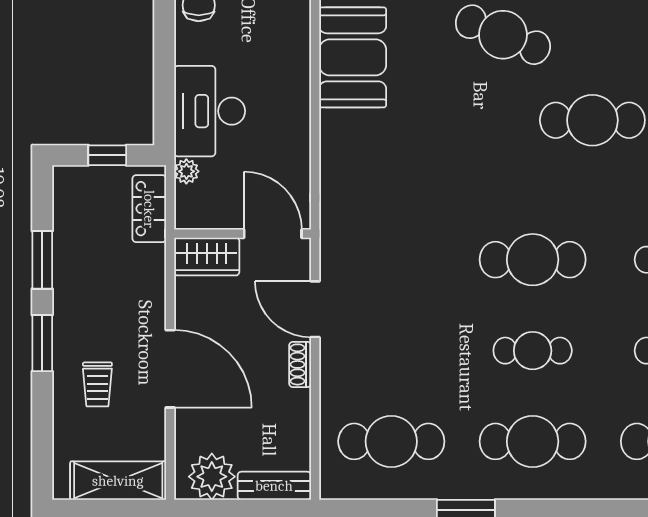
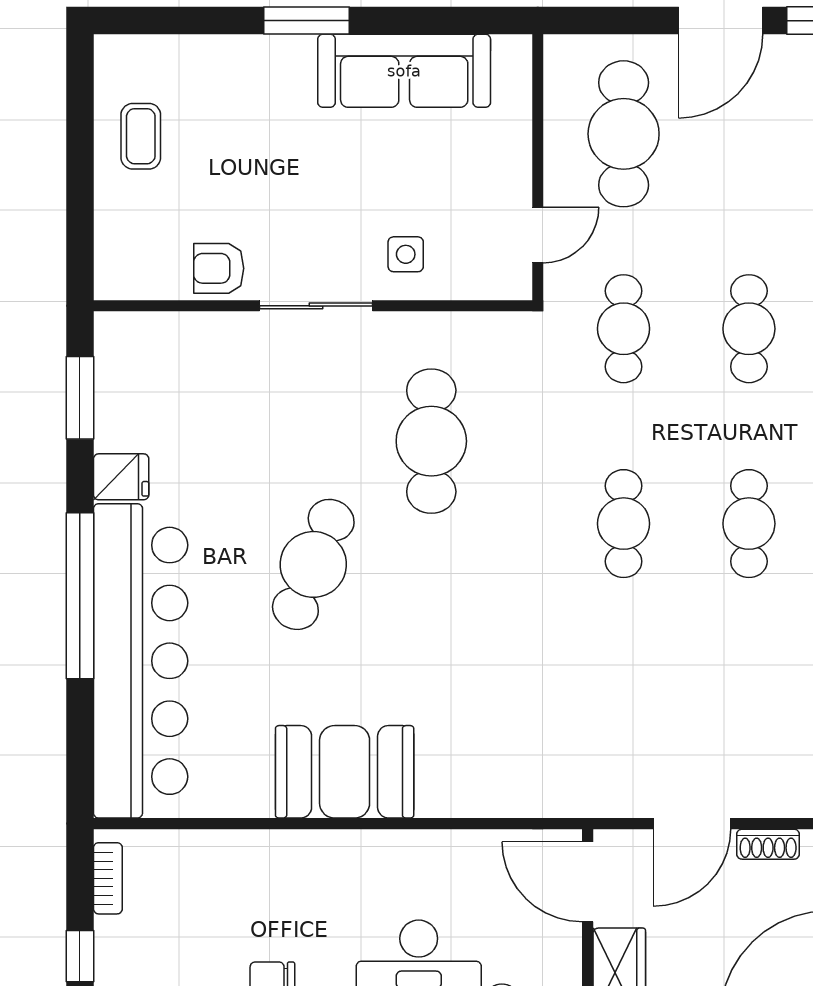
door: (273, 234) -> (588, 882), hinge flipped
cafe table: (533, 260) -> (624, 524), width x0.73, depth x0.74

